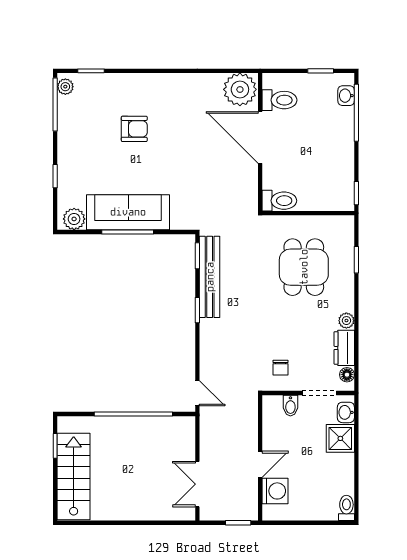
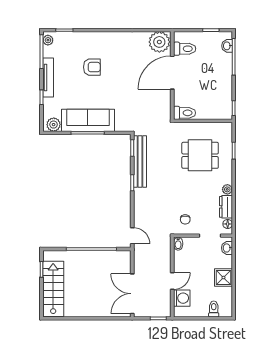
door: (260, 137) -> (172, 73), hinge flipped
tv unit: (66, 145) -> (48, 78), added
dining table: (304, 267) -> (200, 155), turned 90
bidet: (290, 406) -> (178, 244), moved
shower: (340, 438) -> (223, 278), moved
double door: (197, 484) -> (132, 294), width x1.37
toilet: (346, 508) -> (214, 309), moved

